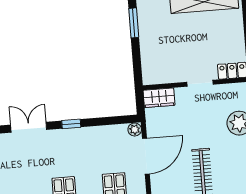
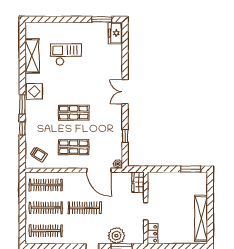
window: (71, 124) -> (125, 136), moved
double door: (29, 127) -> (125, 92), swing flipped

